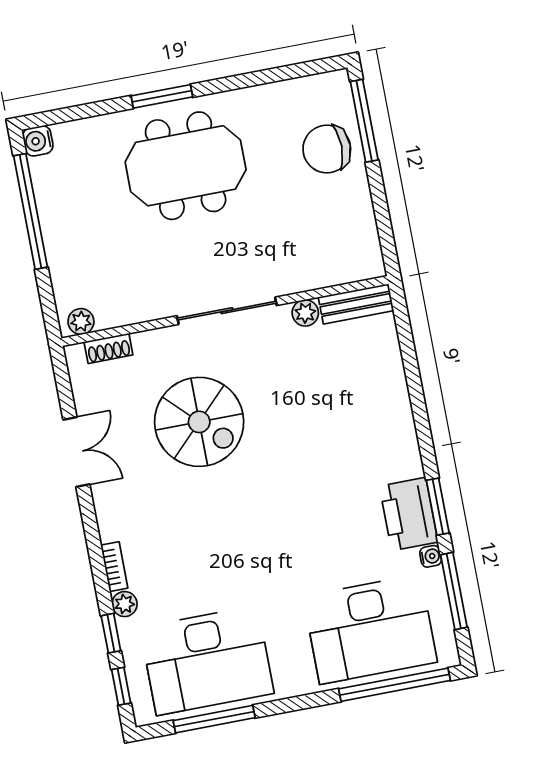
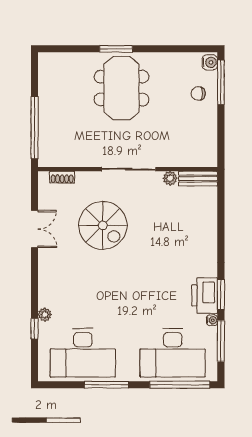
water cooler: (38, 141) -> (210, 62), moved, turned 180
chair: (327, 149) -> (198, 93), width x0.54, depth x0.54
meeting table: (186, 166) -> (122, 88), turned 90
window: (30, 211) -> (35, 127), moved
plant: (81, 321) -> (50, 160), removed
bookcase: (114, 567) -> (43, 294), removed
window: (121, 686) -> (35, 358), removed
window: (214, 719) -> (106, 385), moved

